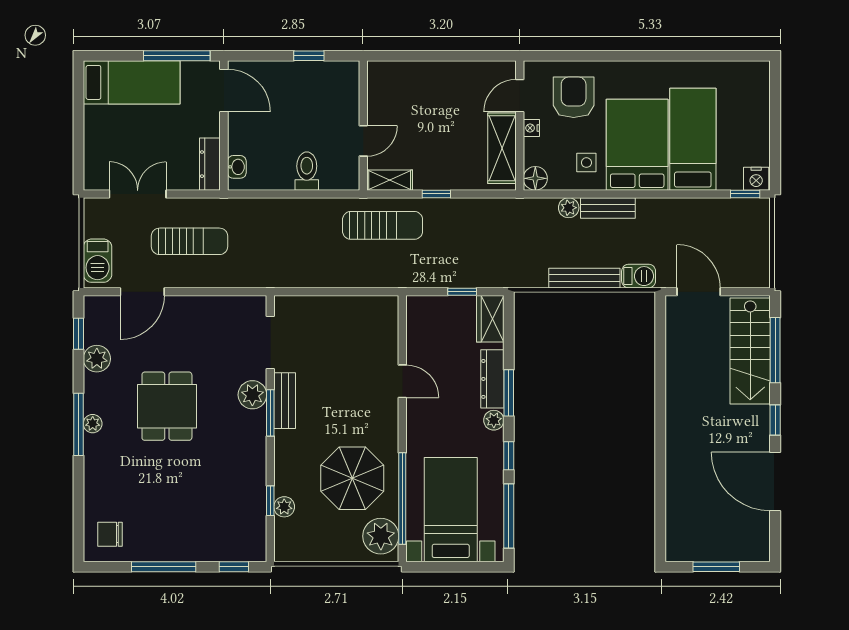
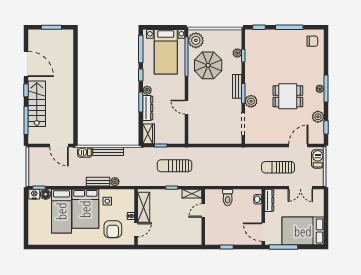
bed: (132, 82) -> (303, 231), width x1.50
floor lamp: (535, 178) -> (46, 194), moved
sun lounger: (383, 225) -> (175, 166), moved
stairs: (750, 351) -> (37, 104), moved
bench: (285, 401) -> (237, 86), moved
dining table: (167, 406) -> (288, 96), turned 90

